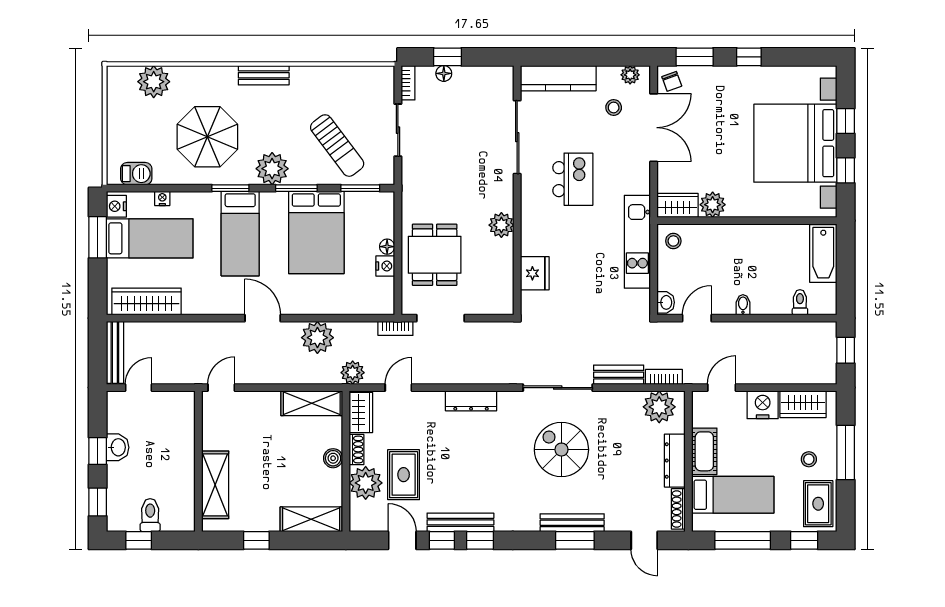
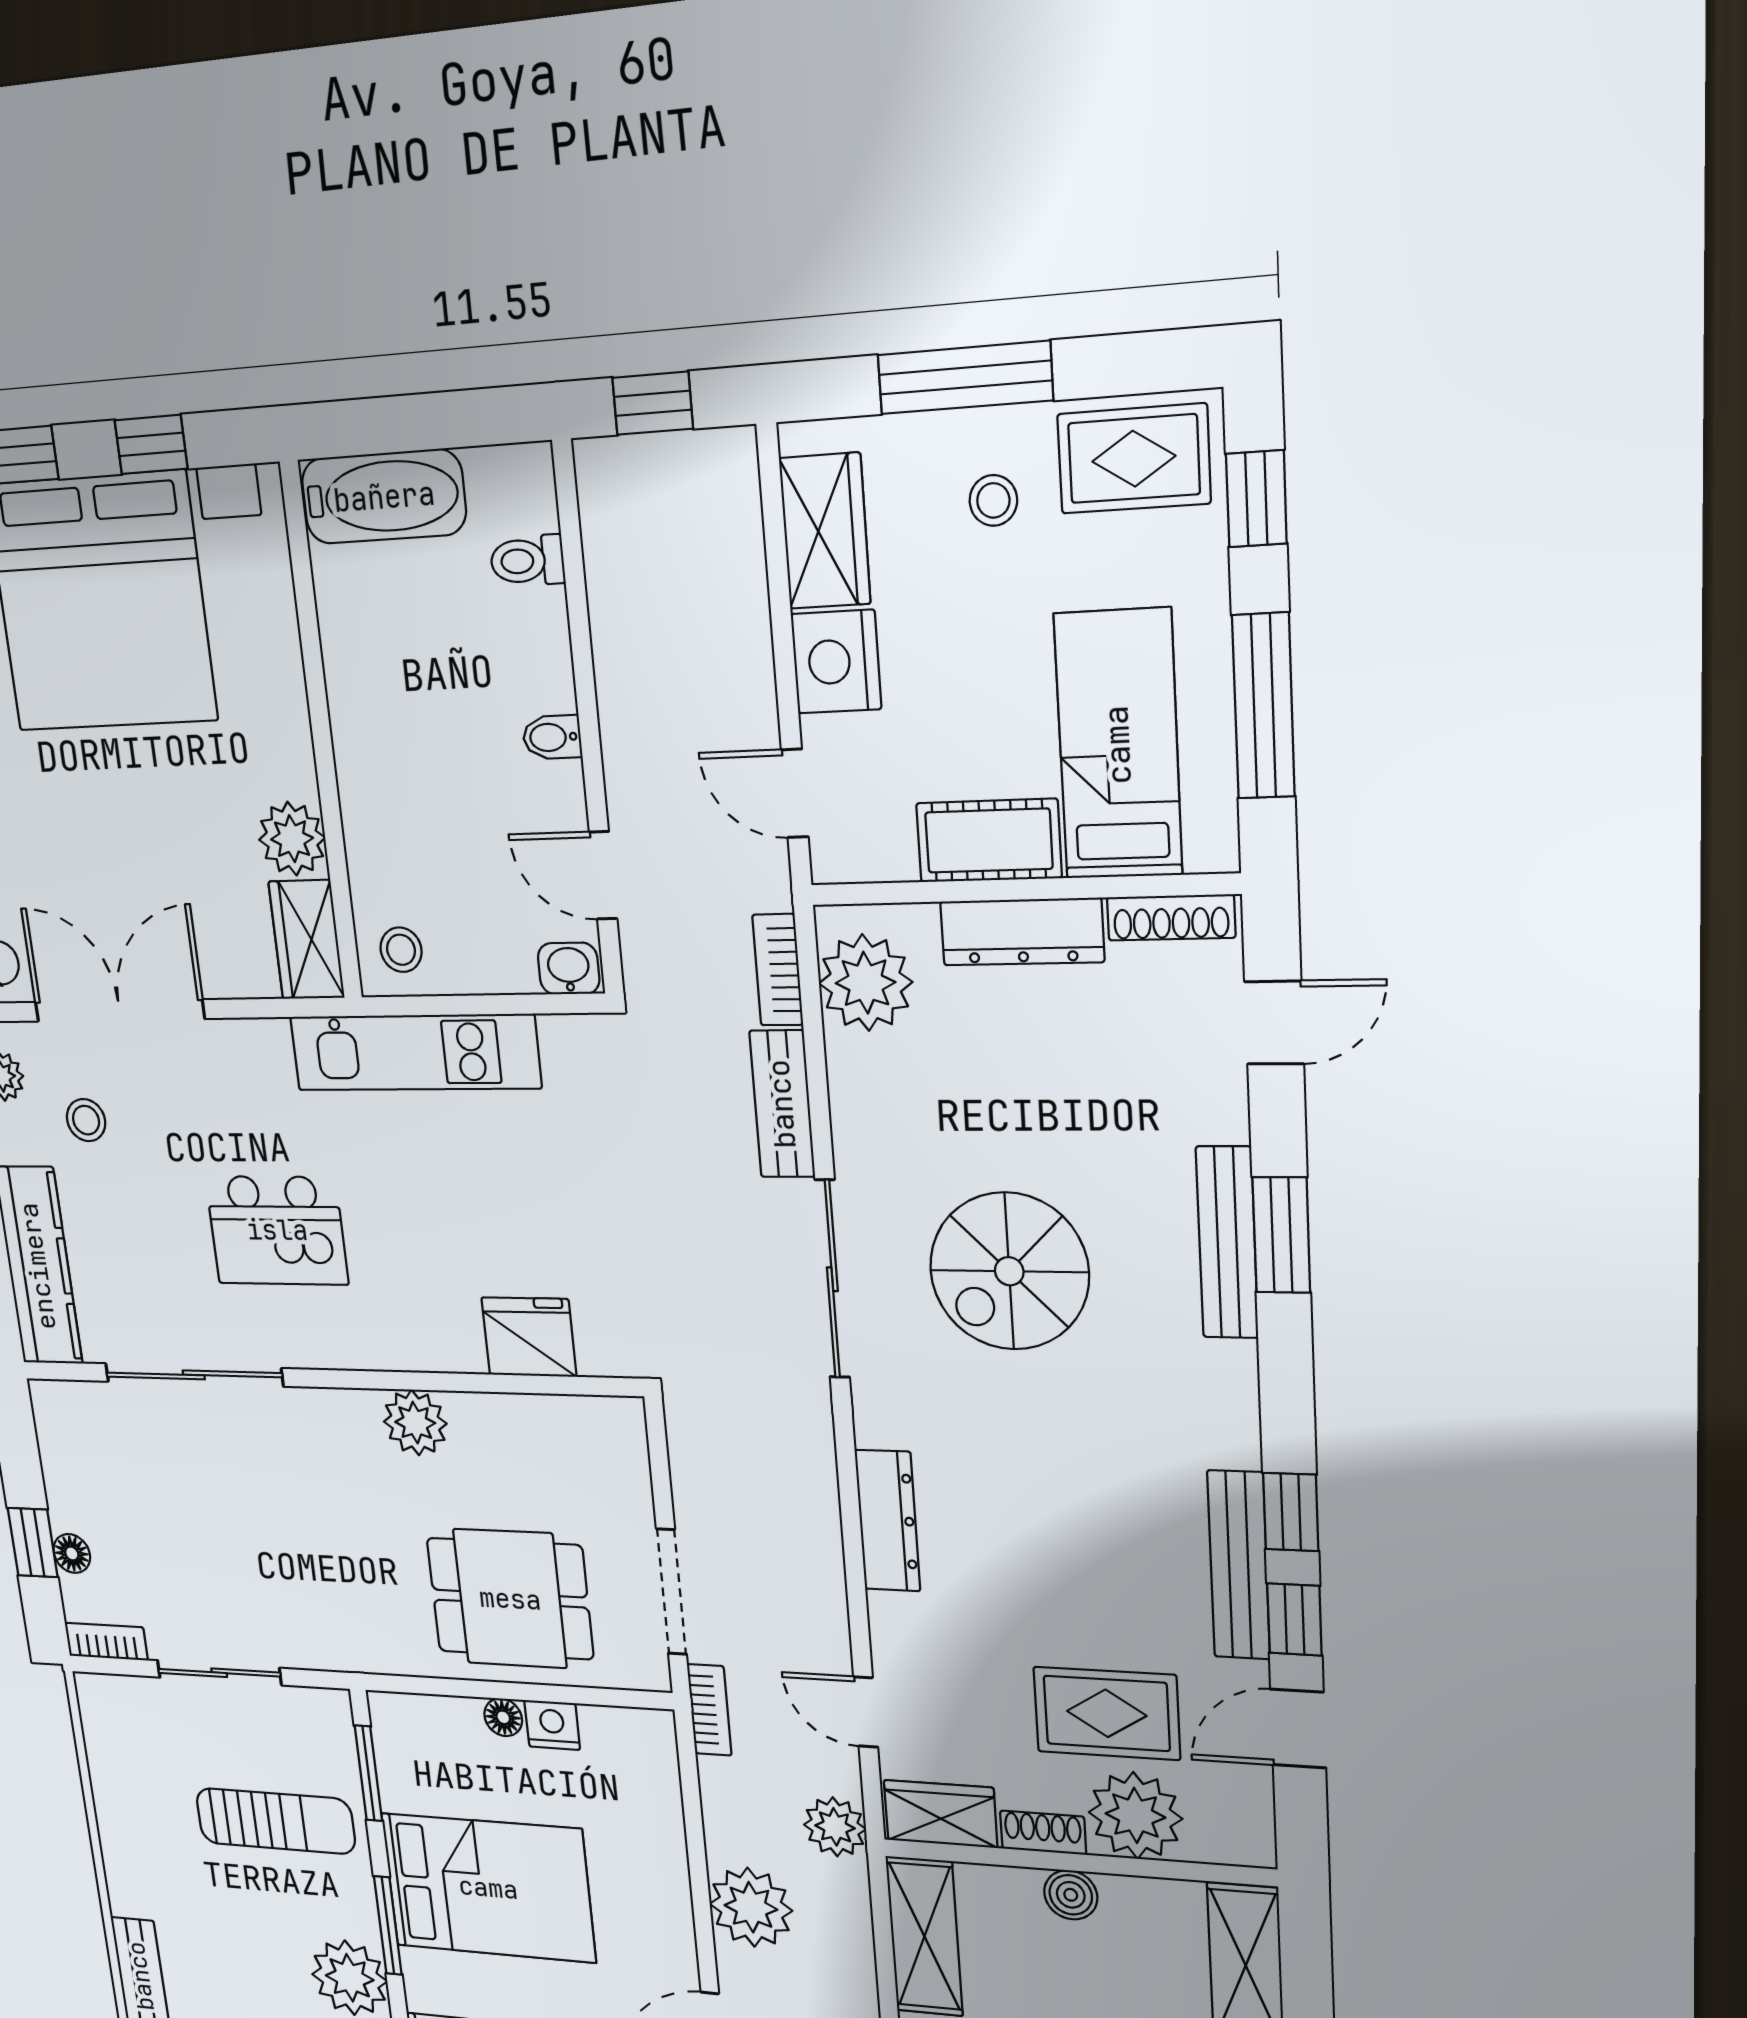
sun lounger: (337, 146) -> (275, 1821), turned 37
kitchen island: (573, 179) -> (277, 1230), turned 180

